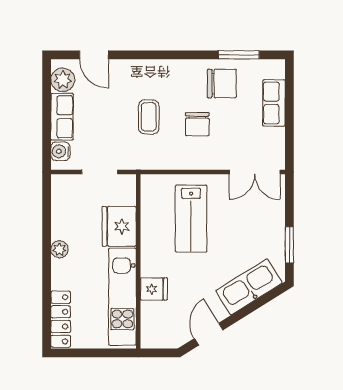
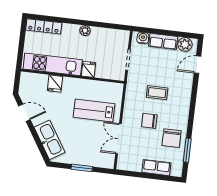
double door: (255, 172) -> (119, 139), moved
fridge: (119, 226) -> (89, 69), width x0.53, depth x0.75
window: (289, 245) -> (82, 168), moved

